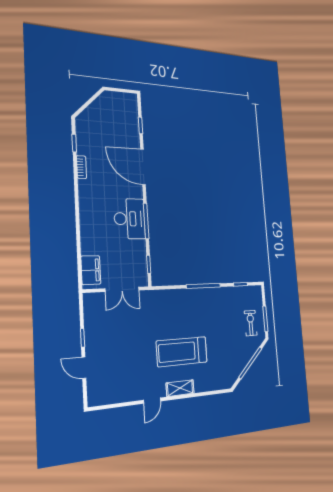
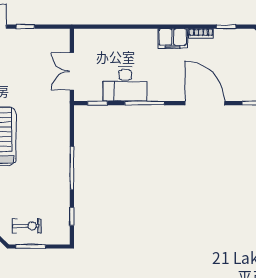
door: (143, 167) -> (205, 103), hinge flipped
desk: (130, 219) -> (125, 84), moved
filing cabinet: (91, 270) -> (173, 38), moved

